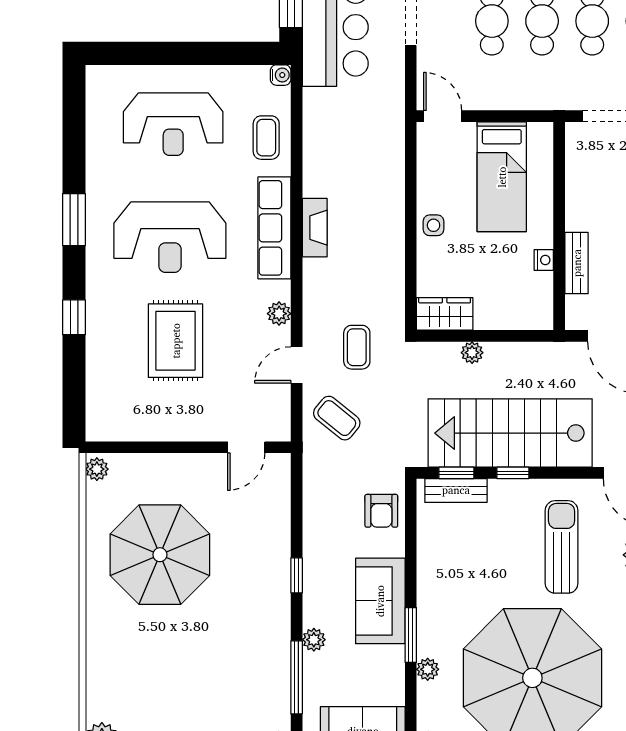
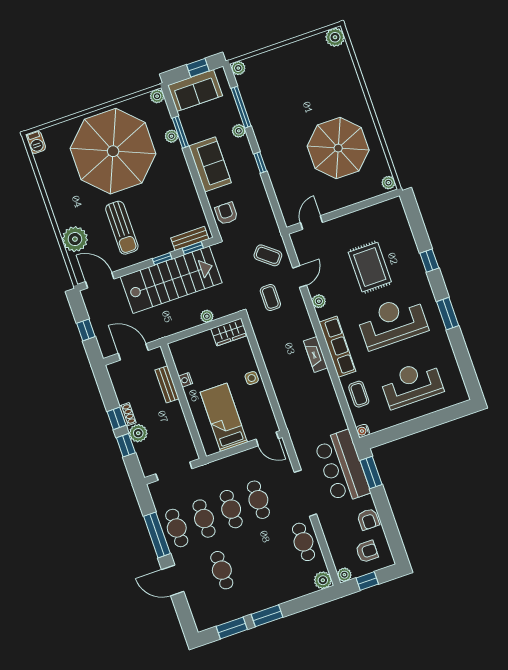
window: (411, 635) -> (180, 132), moved

